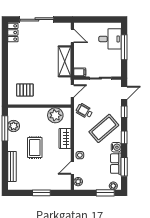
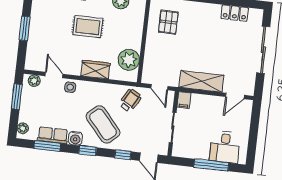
locker: (13, 33) -> (235, 13), moved
window: (105, 193) -> (17, 97), moved

